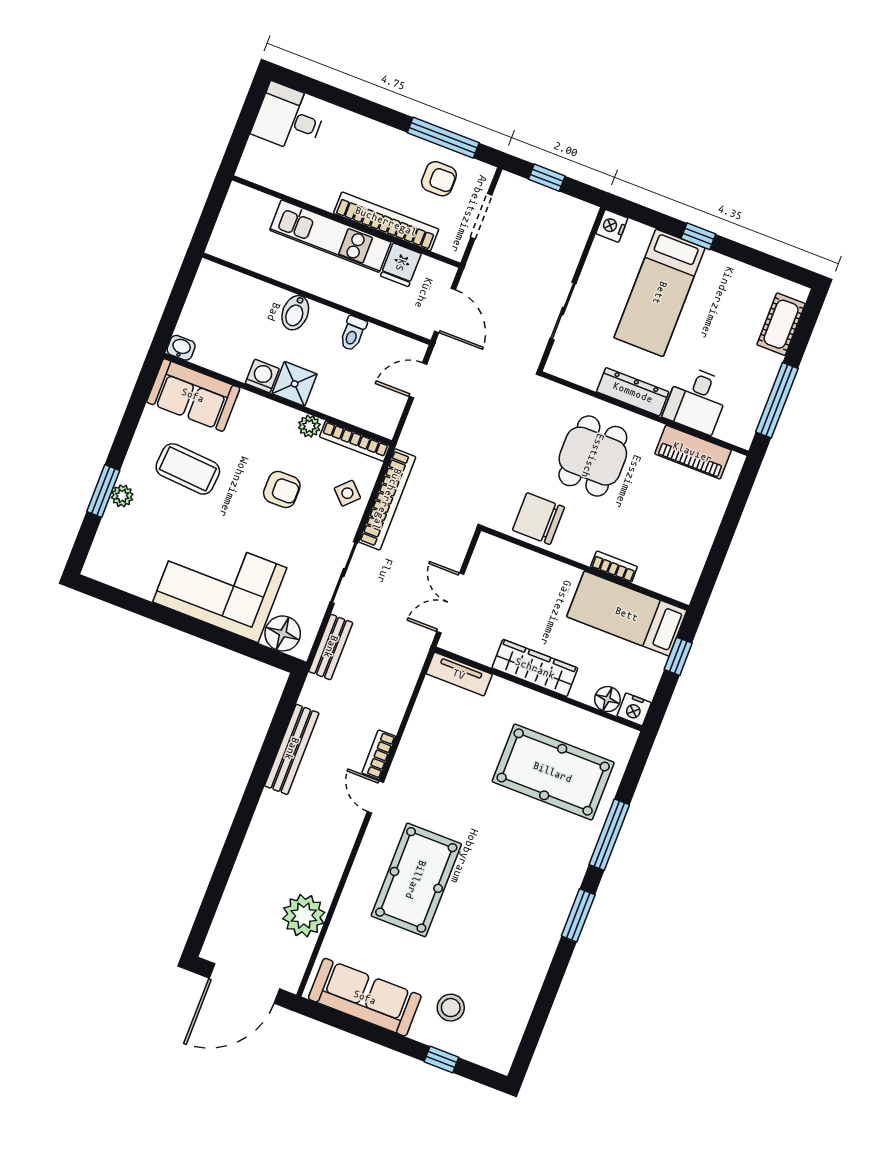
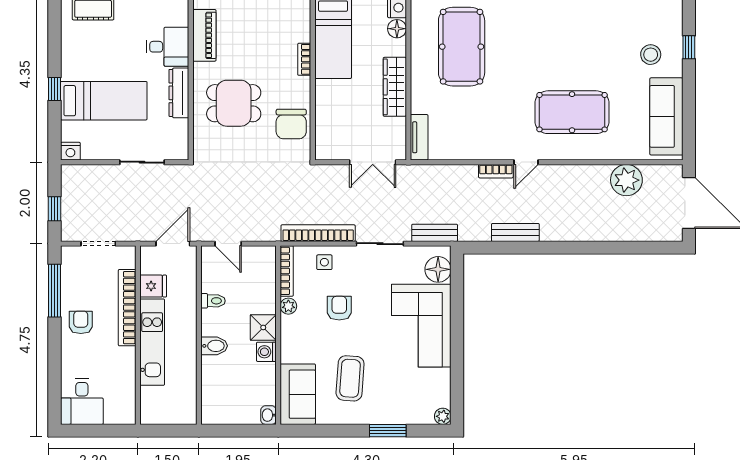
armchair: (439, 179) -> (81, 322), moved
side table: (347, 493) -> (324, 262), turned 45
plant: (122, 496) -> (443, 416), moved
bench: (292, 749) -> (515, 232), width x0.73

